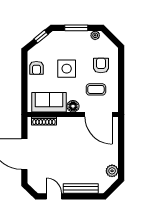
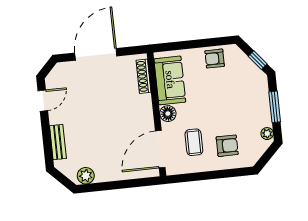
side table: (67, 69) -> (218, 100), removed
bench: (81, 189) -> (58, 142), width x0.73

